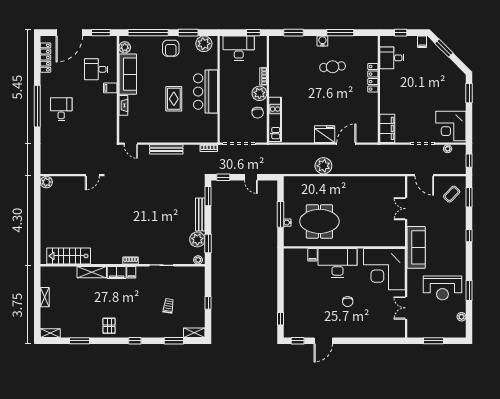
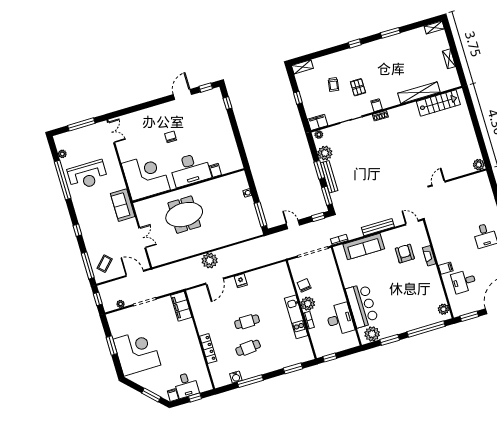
water cooler: (322, 41) -> (236, 377), moved
armchair: (171, 48) -> (405, 254), moved
desk: (239, 48) -> (340, 319), moved, turned -90
desk: (392, 58) -> (186, 385), moved, turned 90
desk: (96, 69) -> (464, 281), turned 180
sofa: (128, 74) -> (364, 247), moved, turned -90
bar counter: (206, 92) -> (362, 305), moved
cafe table: (326, 93) -> (247, 322), added
window: (469, 93) -> (112, 346), moved
rug: (174, 99) -> (385, 275), removed
kitchen unit: (275, 119) -> (296, 317), moved
corner desk: (451, 126) -> (137, 352), moved, width x1.36, depth x1.36
fridge: (325, 134) -> (241, 281), width x0.53, depth x0.75
plant: (323, 166) -> (210, 261), moved
window: (469, 197) -> (88, 265), width x1.44
window: (280, 214) -> (260, 214), moved
meeting table: (319, 221) -> (184, 215), moved
window: (208, 244) -> (319, 170), moved
sofa: (416, 247) -> (123, 205), width x0.73
shelving: (92, 272) -> (419, 93), width x1.47
filing cabinet: (117, 272) -> (318, 122), moved
reception desk: (442, 288) -> (87, 175), turned 180
window: (469, 290) -> (63, 180), width x2.11
double door: (406, 308) -> (111, 132), moved
pallet: (109, 326) -> (358, 87), moved
window: (79, 341) -> (390, 33), moved
window: (174, 341) -> (319, 54), removed
window: (434, 341) -> (81, 124), width x1.44

